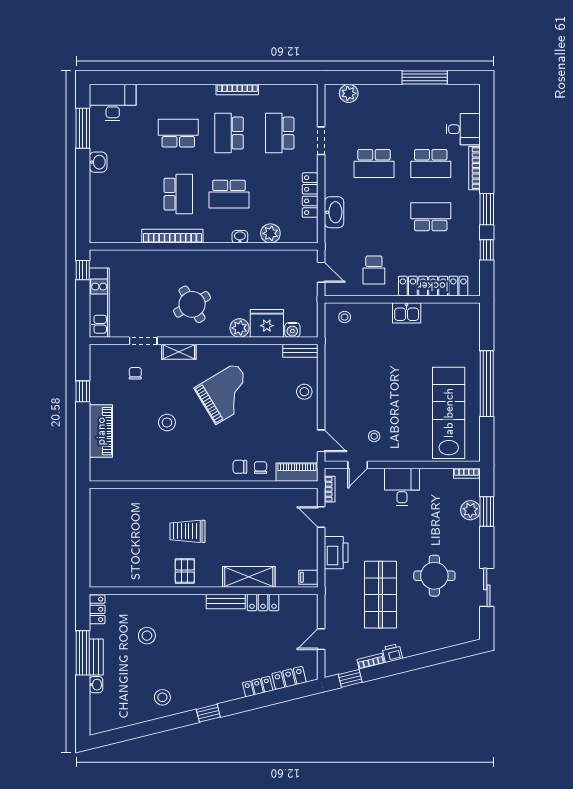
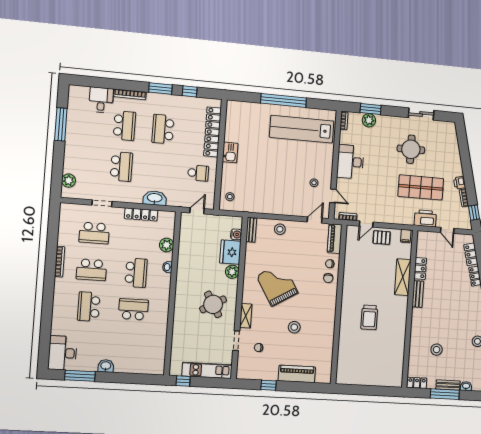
bookcase: (172, 236) -> (163, 315), removed
desk: (402, 487) -> (350, 162), width x1.37
printer: (336, 553) -> (425, 218), moved
pallet: (185, 571) -> (382, 238), moved

